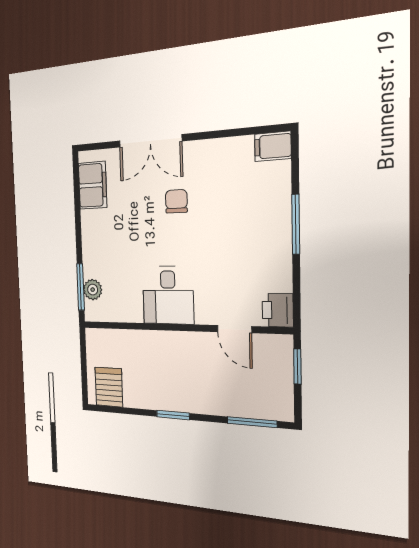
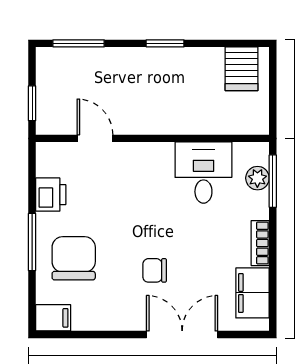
chair: (176, 201) -> (155, 270), turned 90
chair: (253, 209) -> (74, 258), added
bookcase: (88, 231) -> (260, 243), added
desk: (168, 295) -> (203, 173), moved
printer: (278, 310) -> (51, 195), moved

